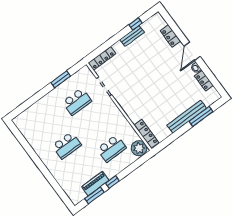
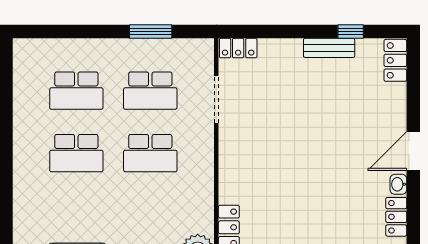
locker: (170, 36) -> (395, 60), moved
locker: (102, 58) -> (238, 48), width x0.66
school desk: (49, 122) -> (76, 91), added
school desk: (112, 148) -> (150, 153), moved

